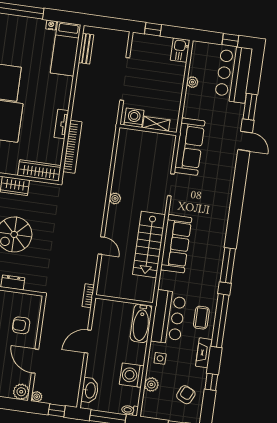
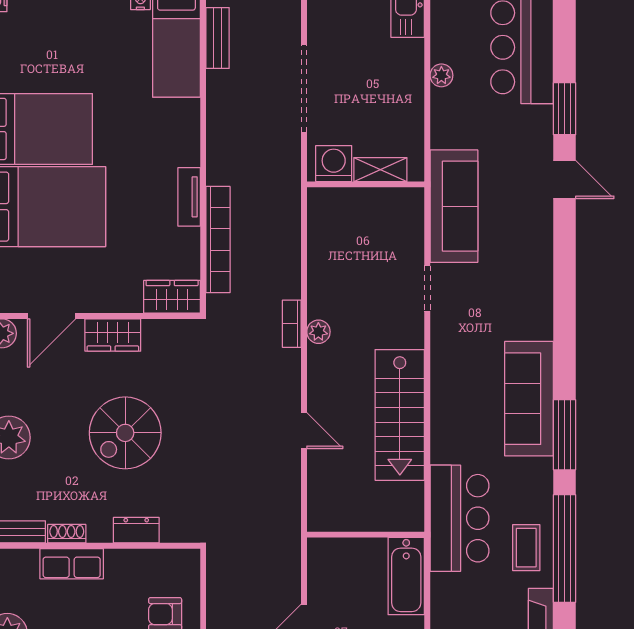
wardrobe: (39, 170) -> (172, 297), width x0.67
sofa: (176, 244) -> (529, 399), moved, turned 180
bookcase: (88, 296) -> (292, 324), moved
bar counter: (168, 317) -> (460, 518), moved

